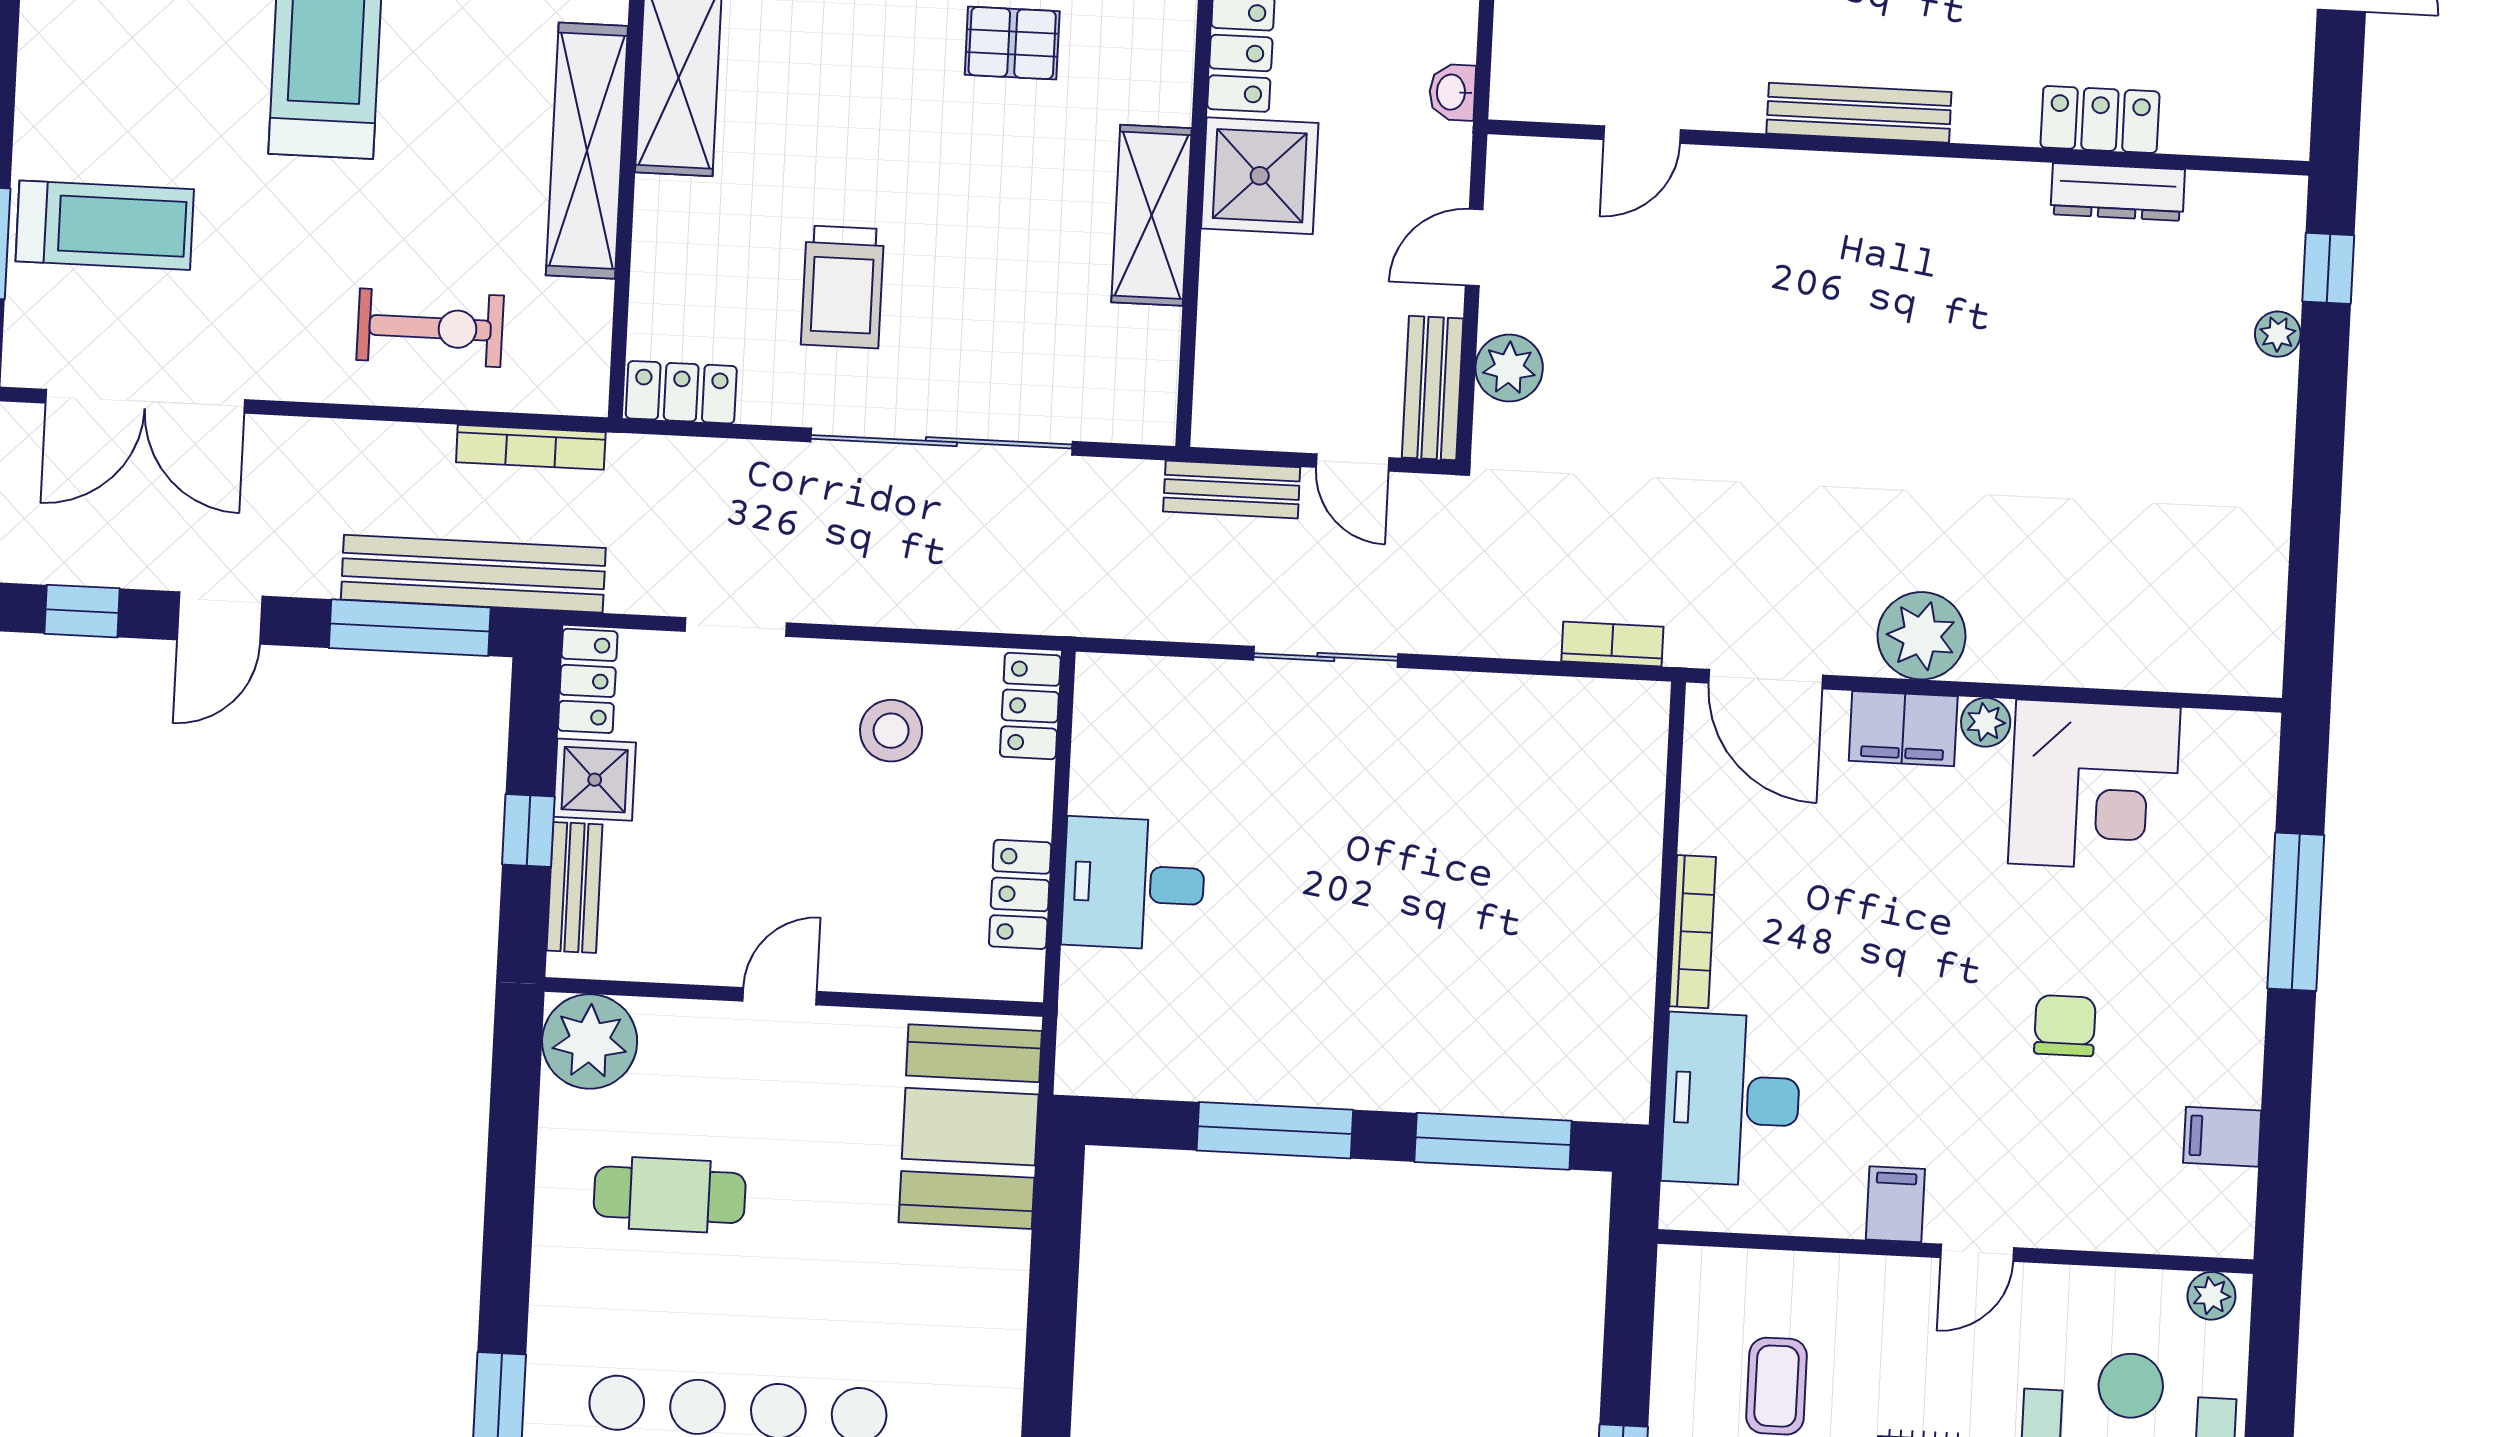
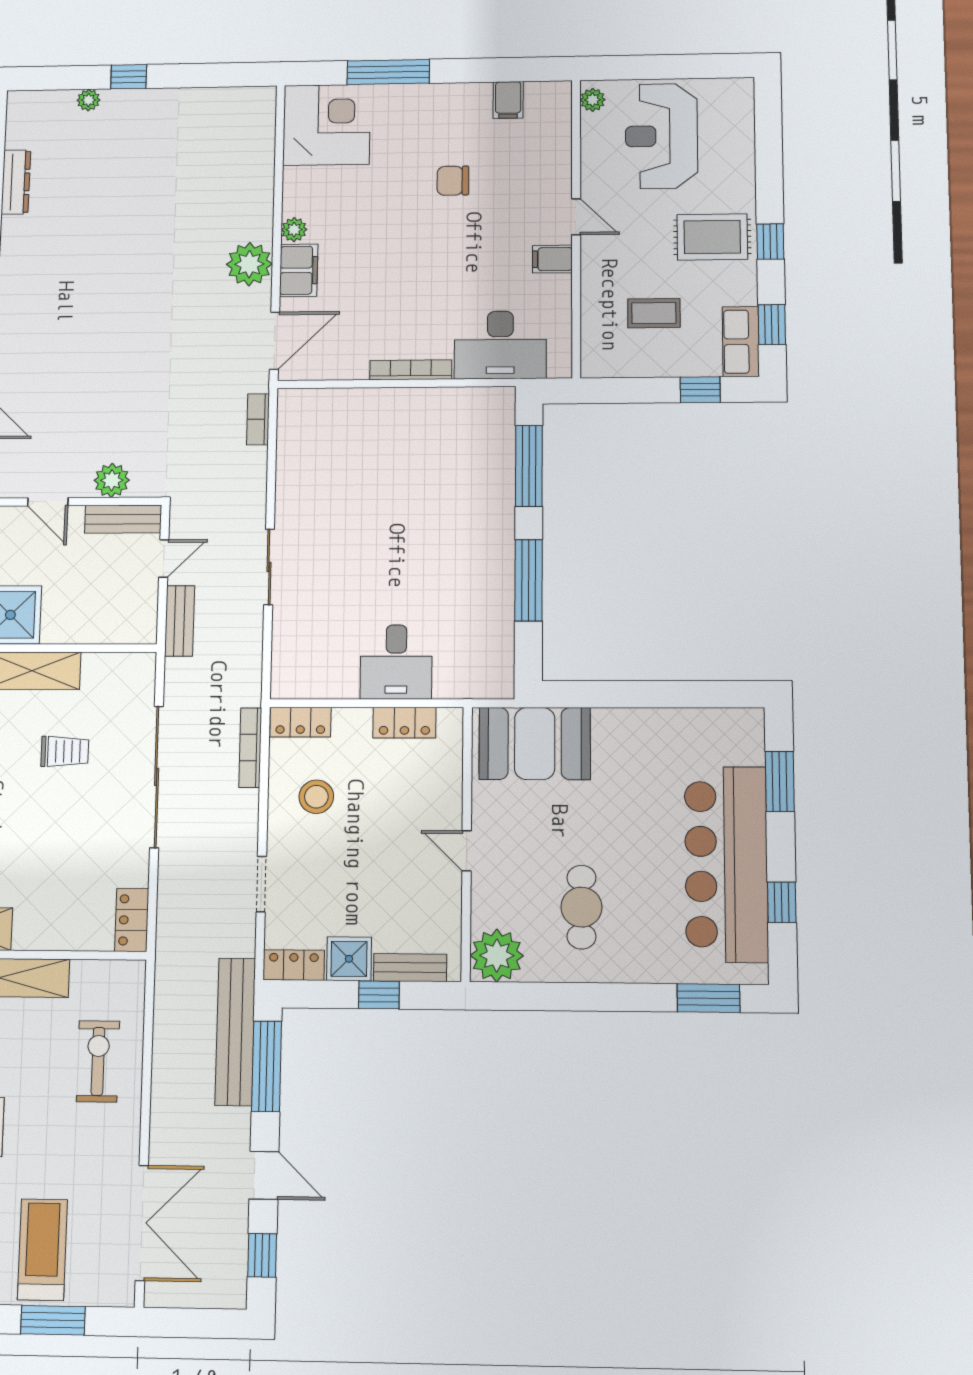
window: (2328, 268) -> (129, 77), moved
trolley: (843, 287) -> (65, 751), moved, width x0.73, depth x0.72
bookcase: (531, 447) -> (250, 748), moved, turned 180
corner desk: (2094, 786) -> (327, 125), moved

